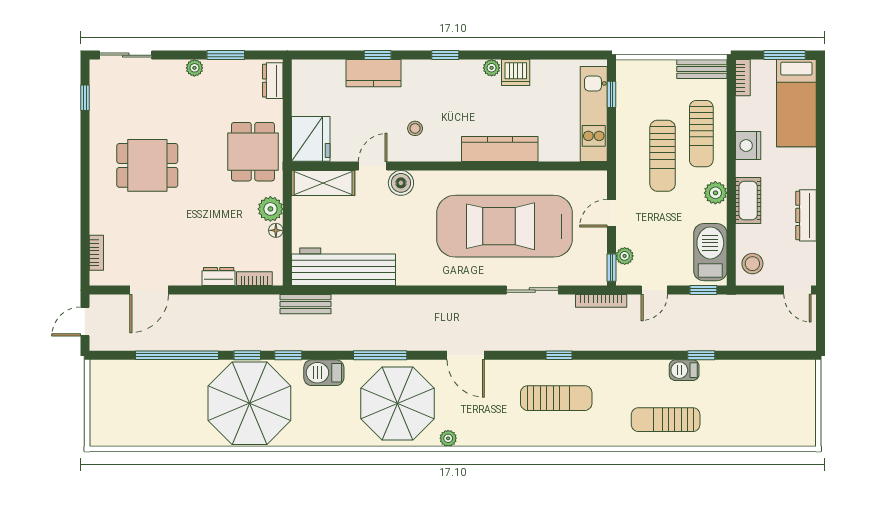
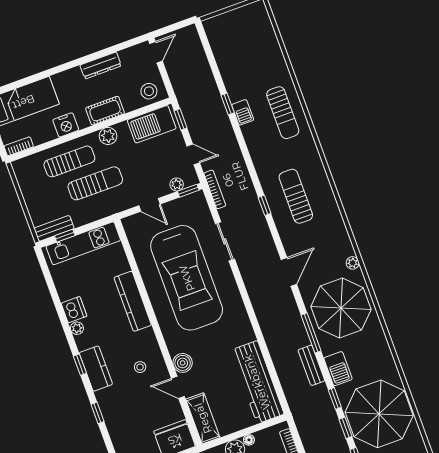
bench: (702, 69) -> (54, 228), moved, turned 90
kitchen counter: (373, 73) -> (96, 369), moved
bench: (306, 304) -> (311, 365), moved

